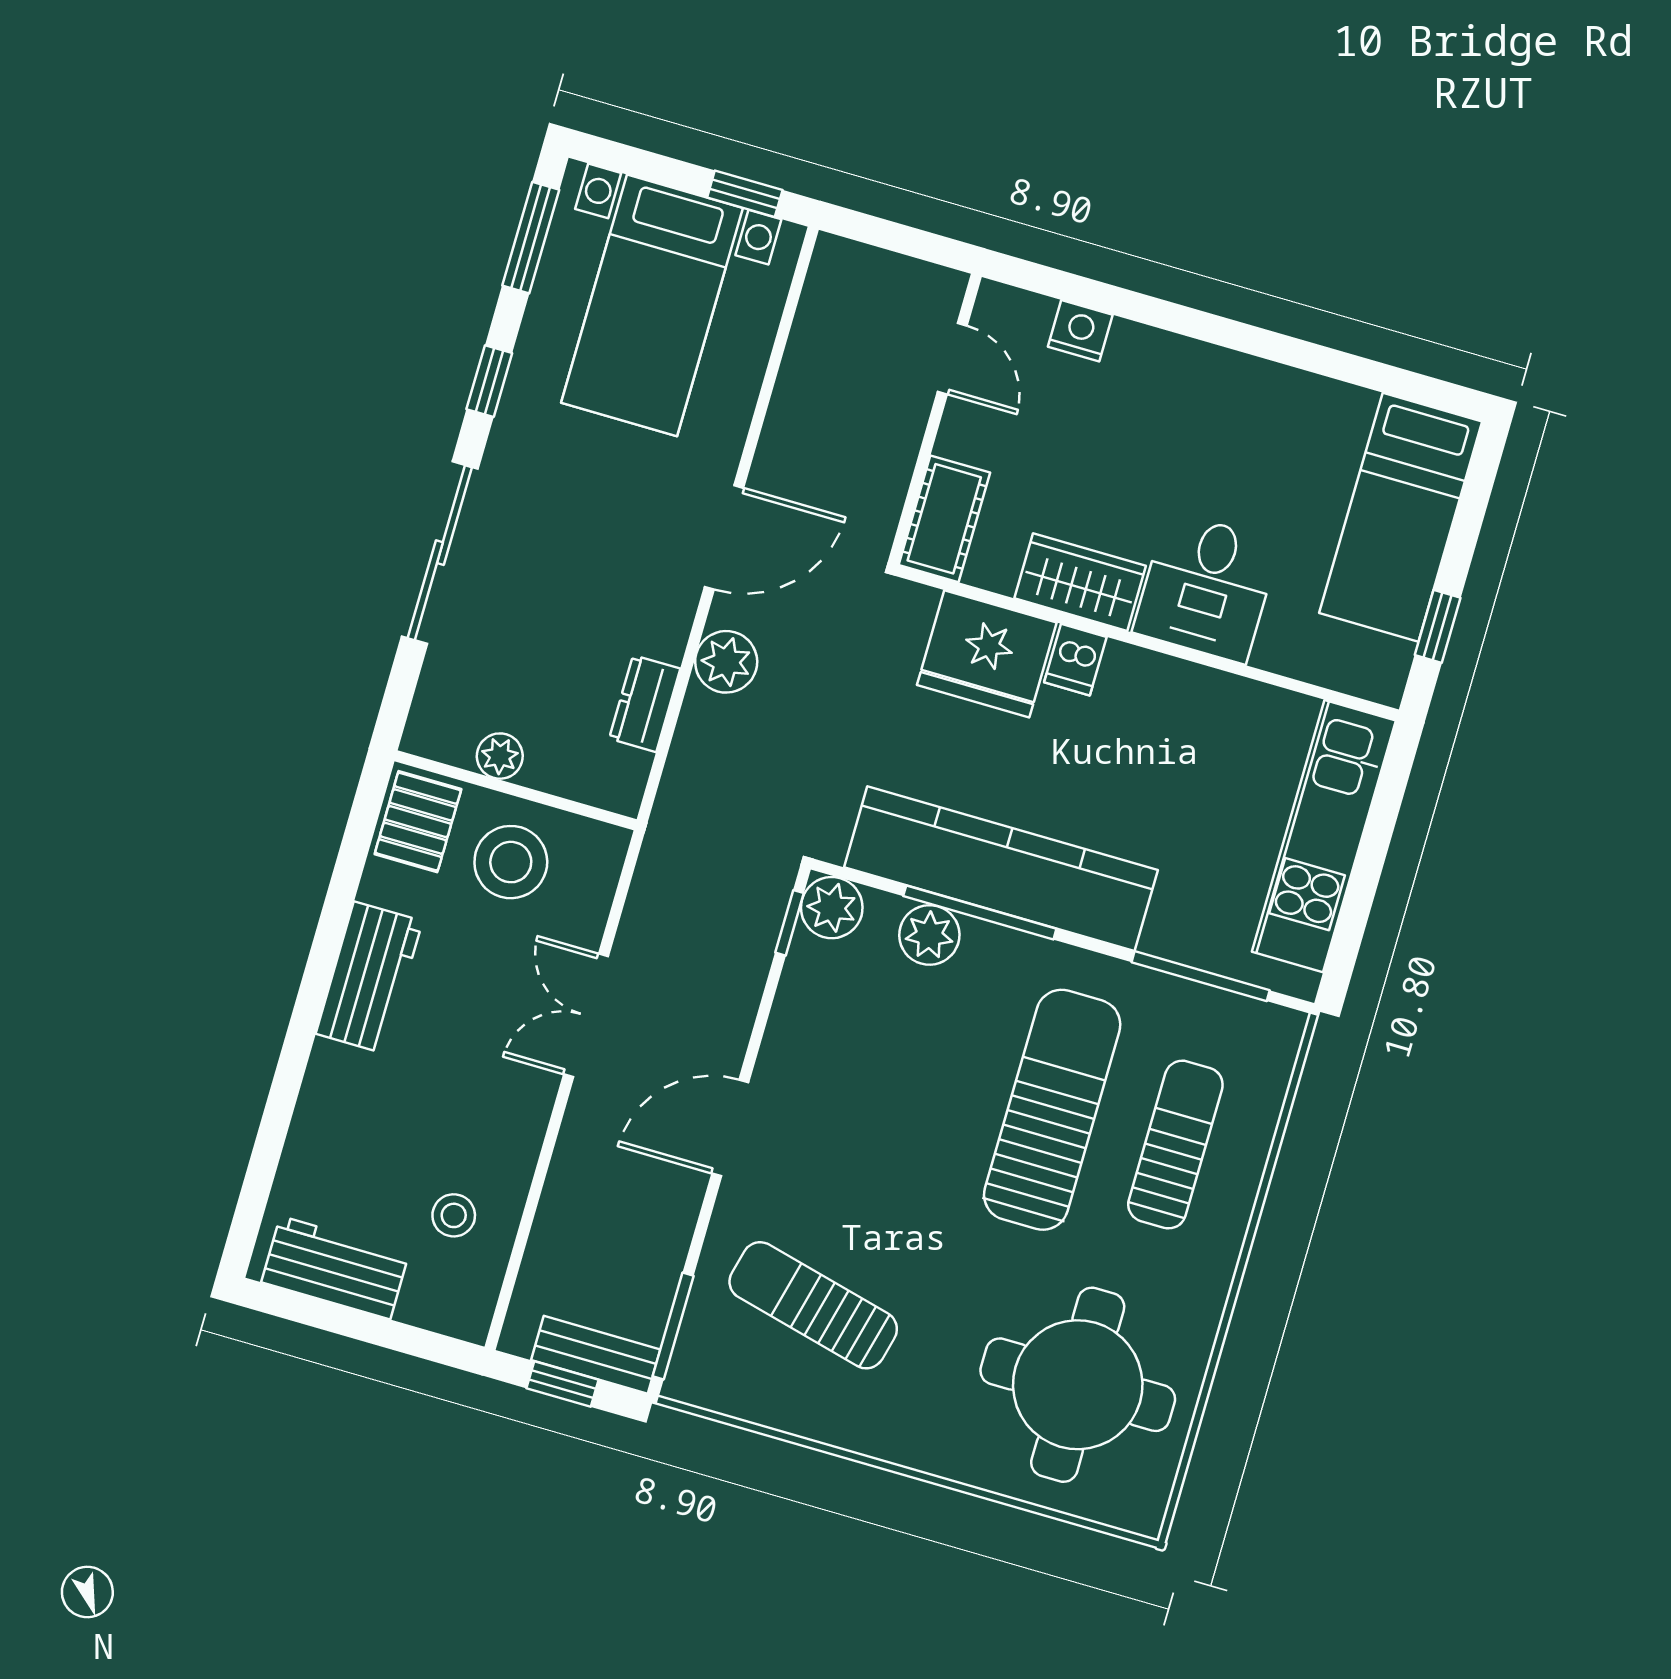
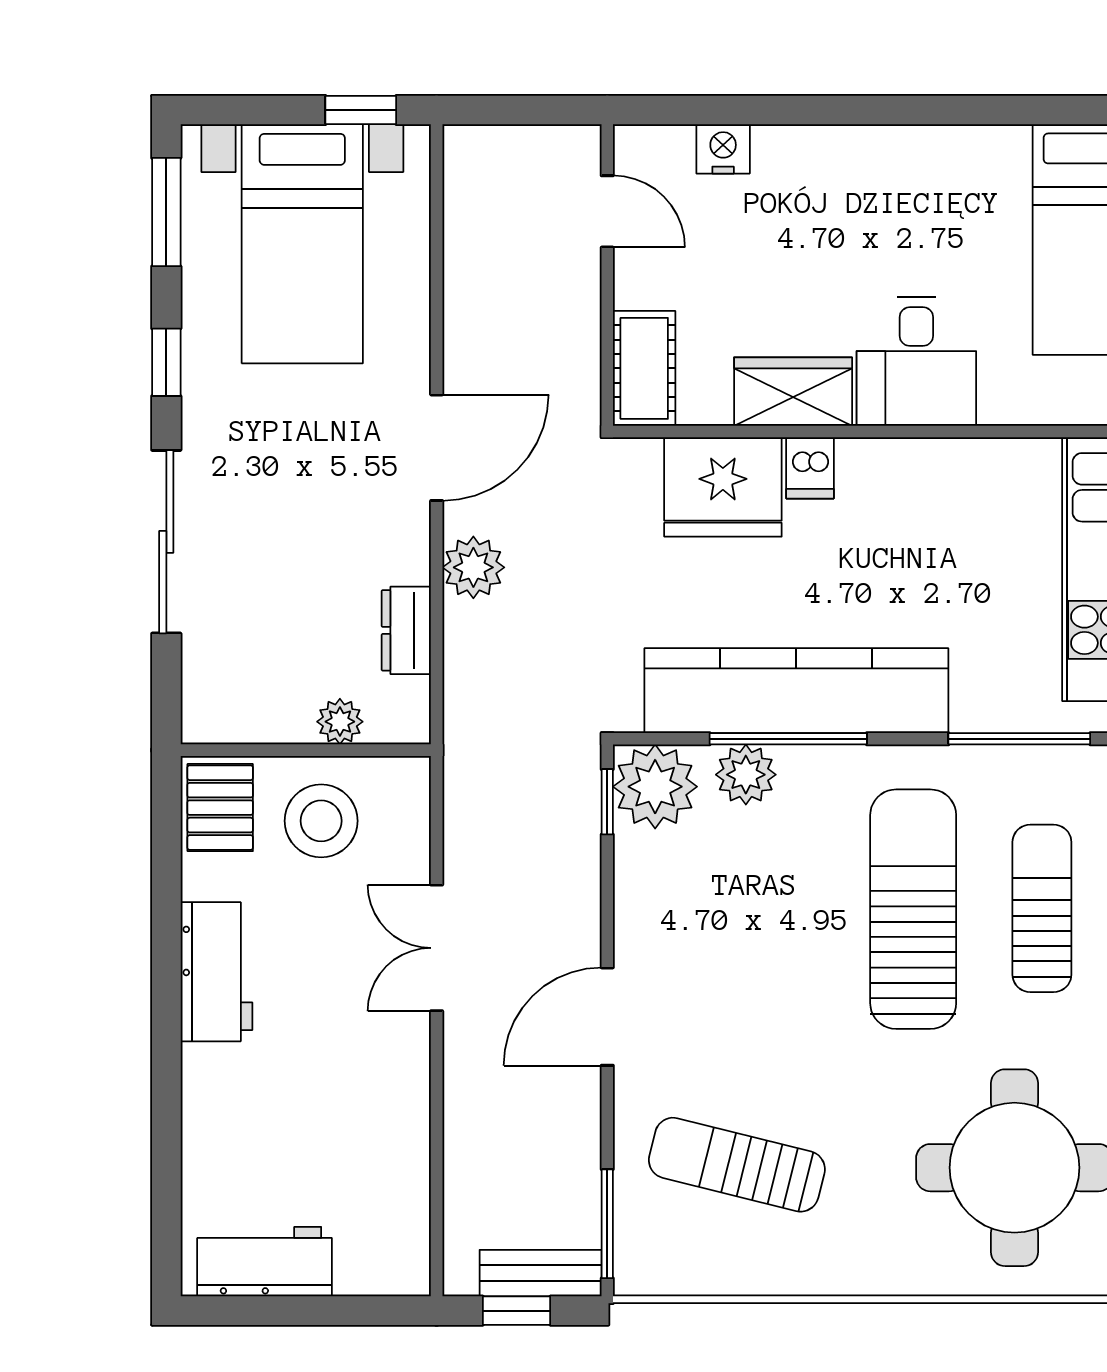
plant: (500, 756) -> (340, 722), moved
plant: (832, 908) -> (655, 787), width x1.36, depth x1.36
stool: (454, 1215) -> (364, 1178), removed

